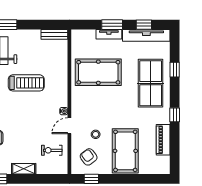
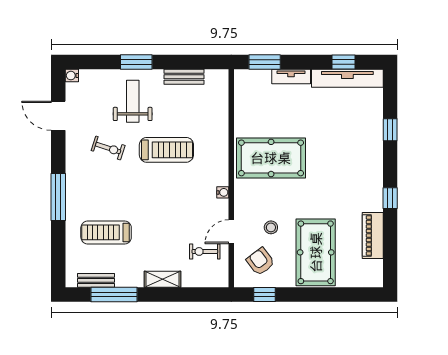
window: (112, 25) -> (265, 62), moved
bench: (54, 34) -> (184, 77), moved
pool table: (98, 72) -> (271, 158), moved
table tennis table: (151, 83) -> (354, 150), removed
door: (69, 126) -> (231, 232), moved

